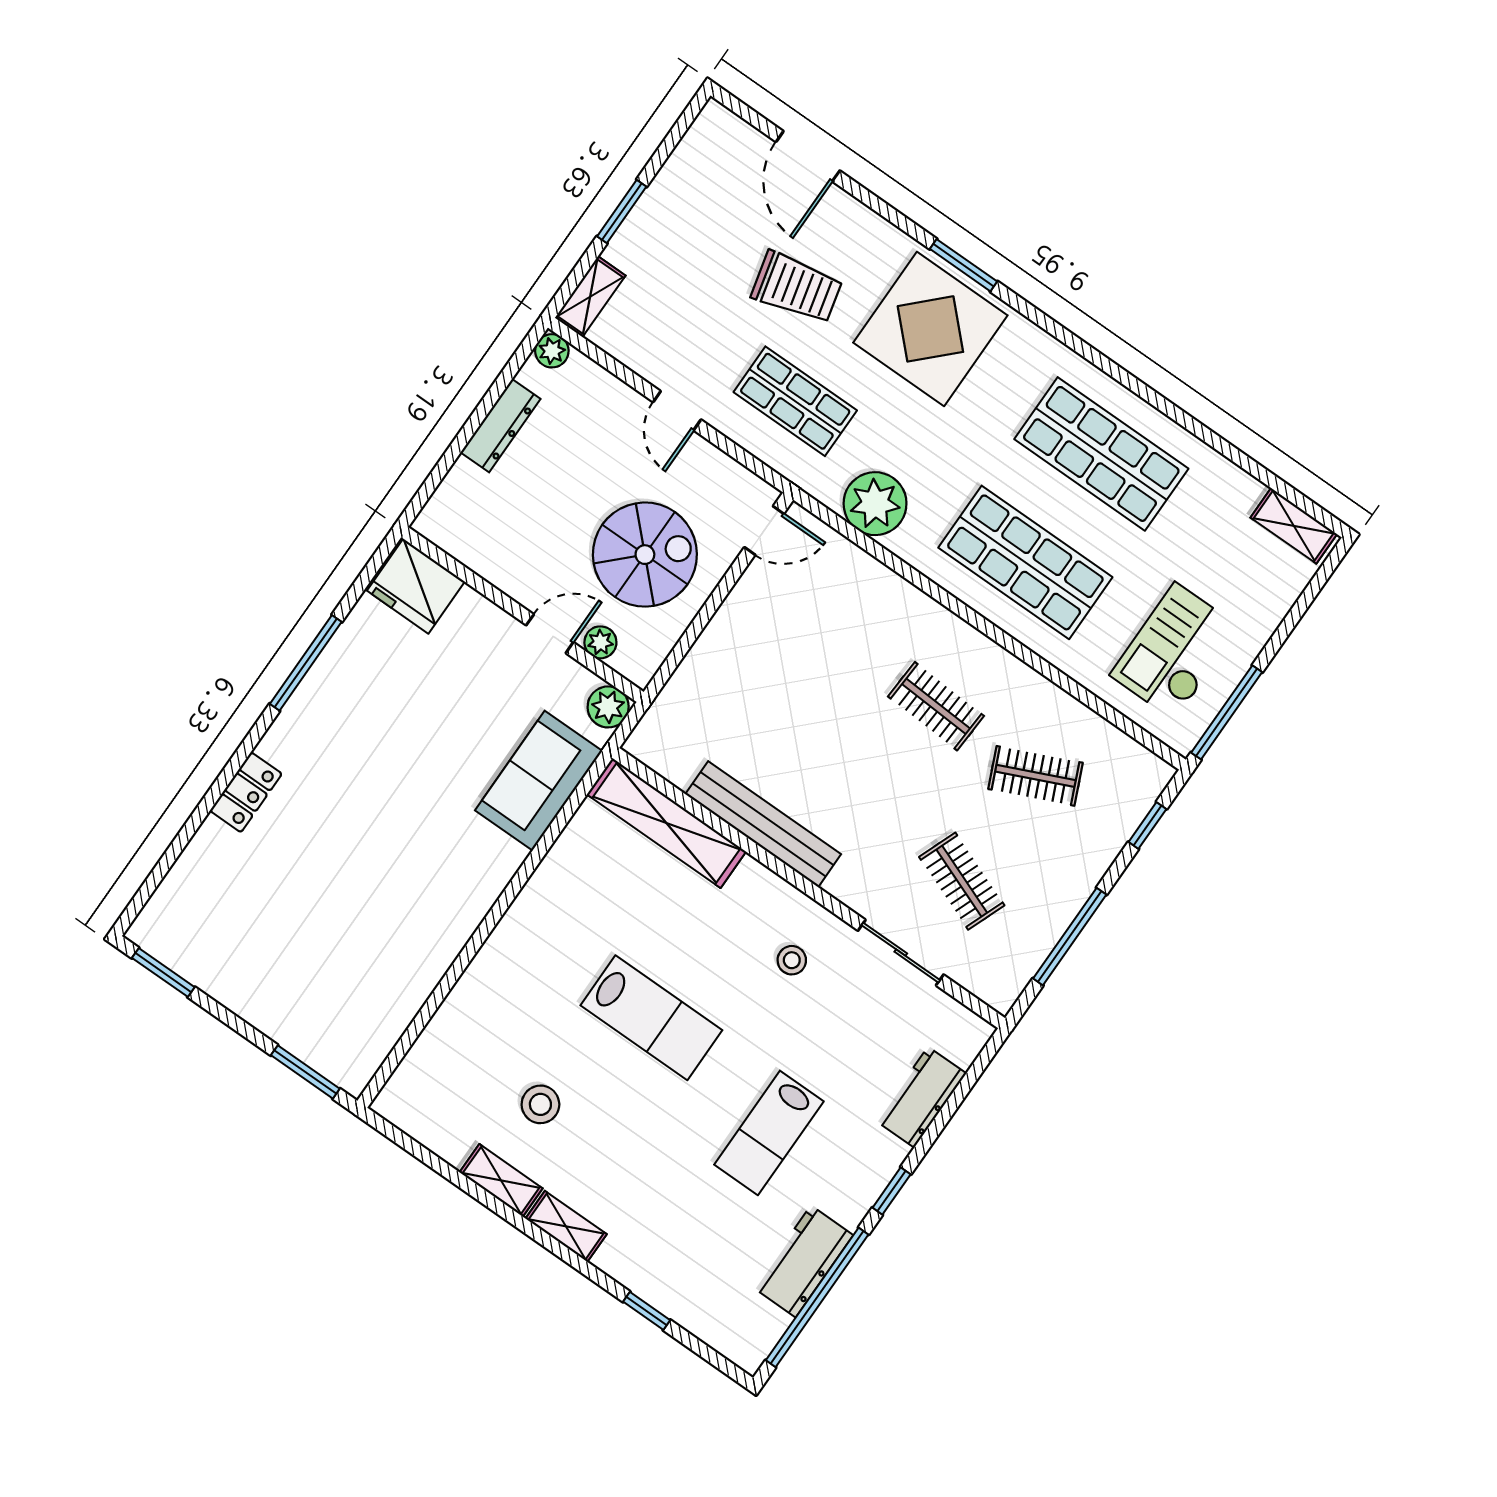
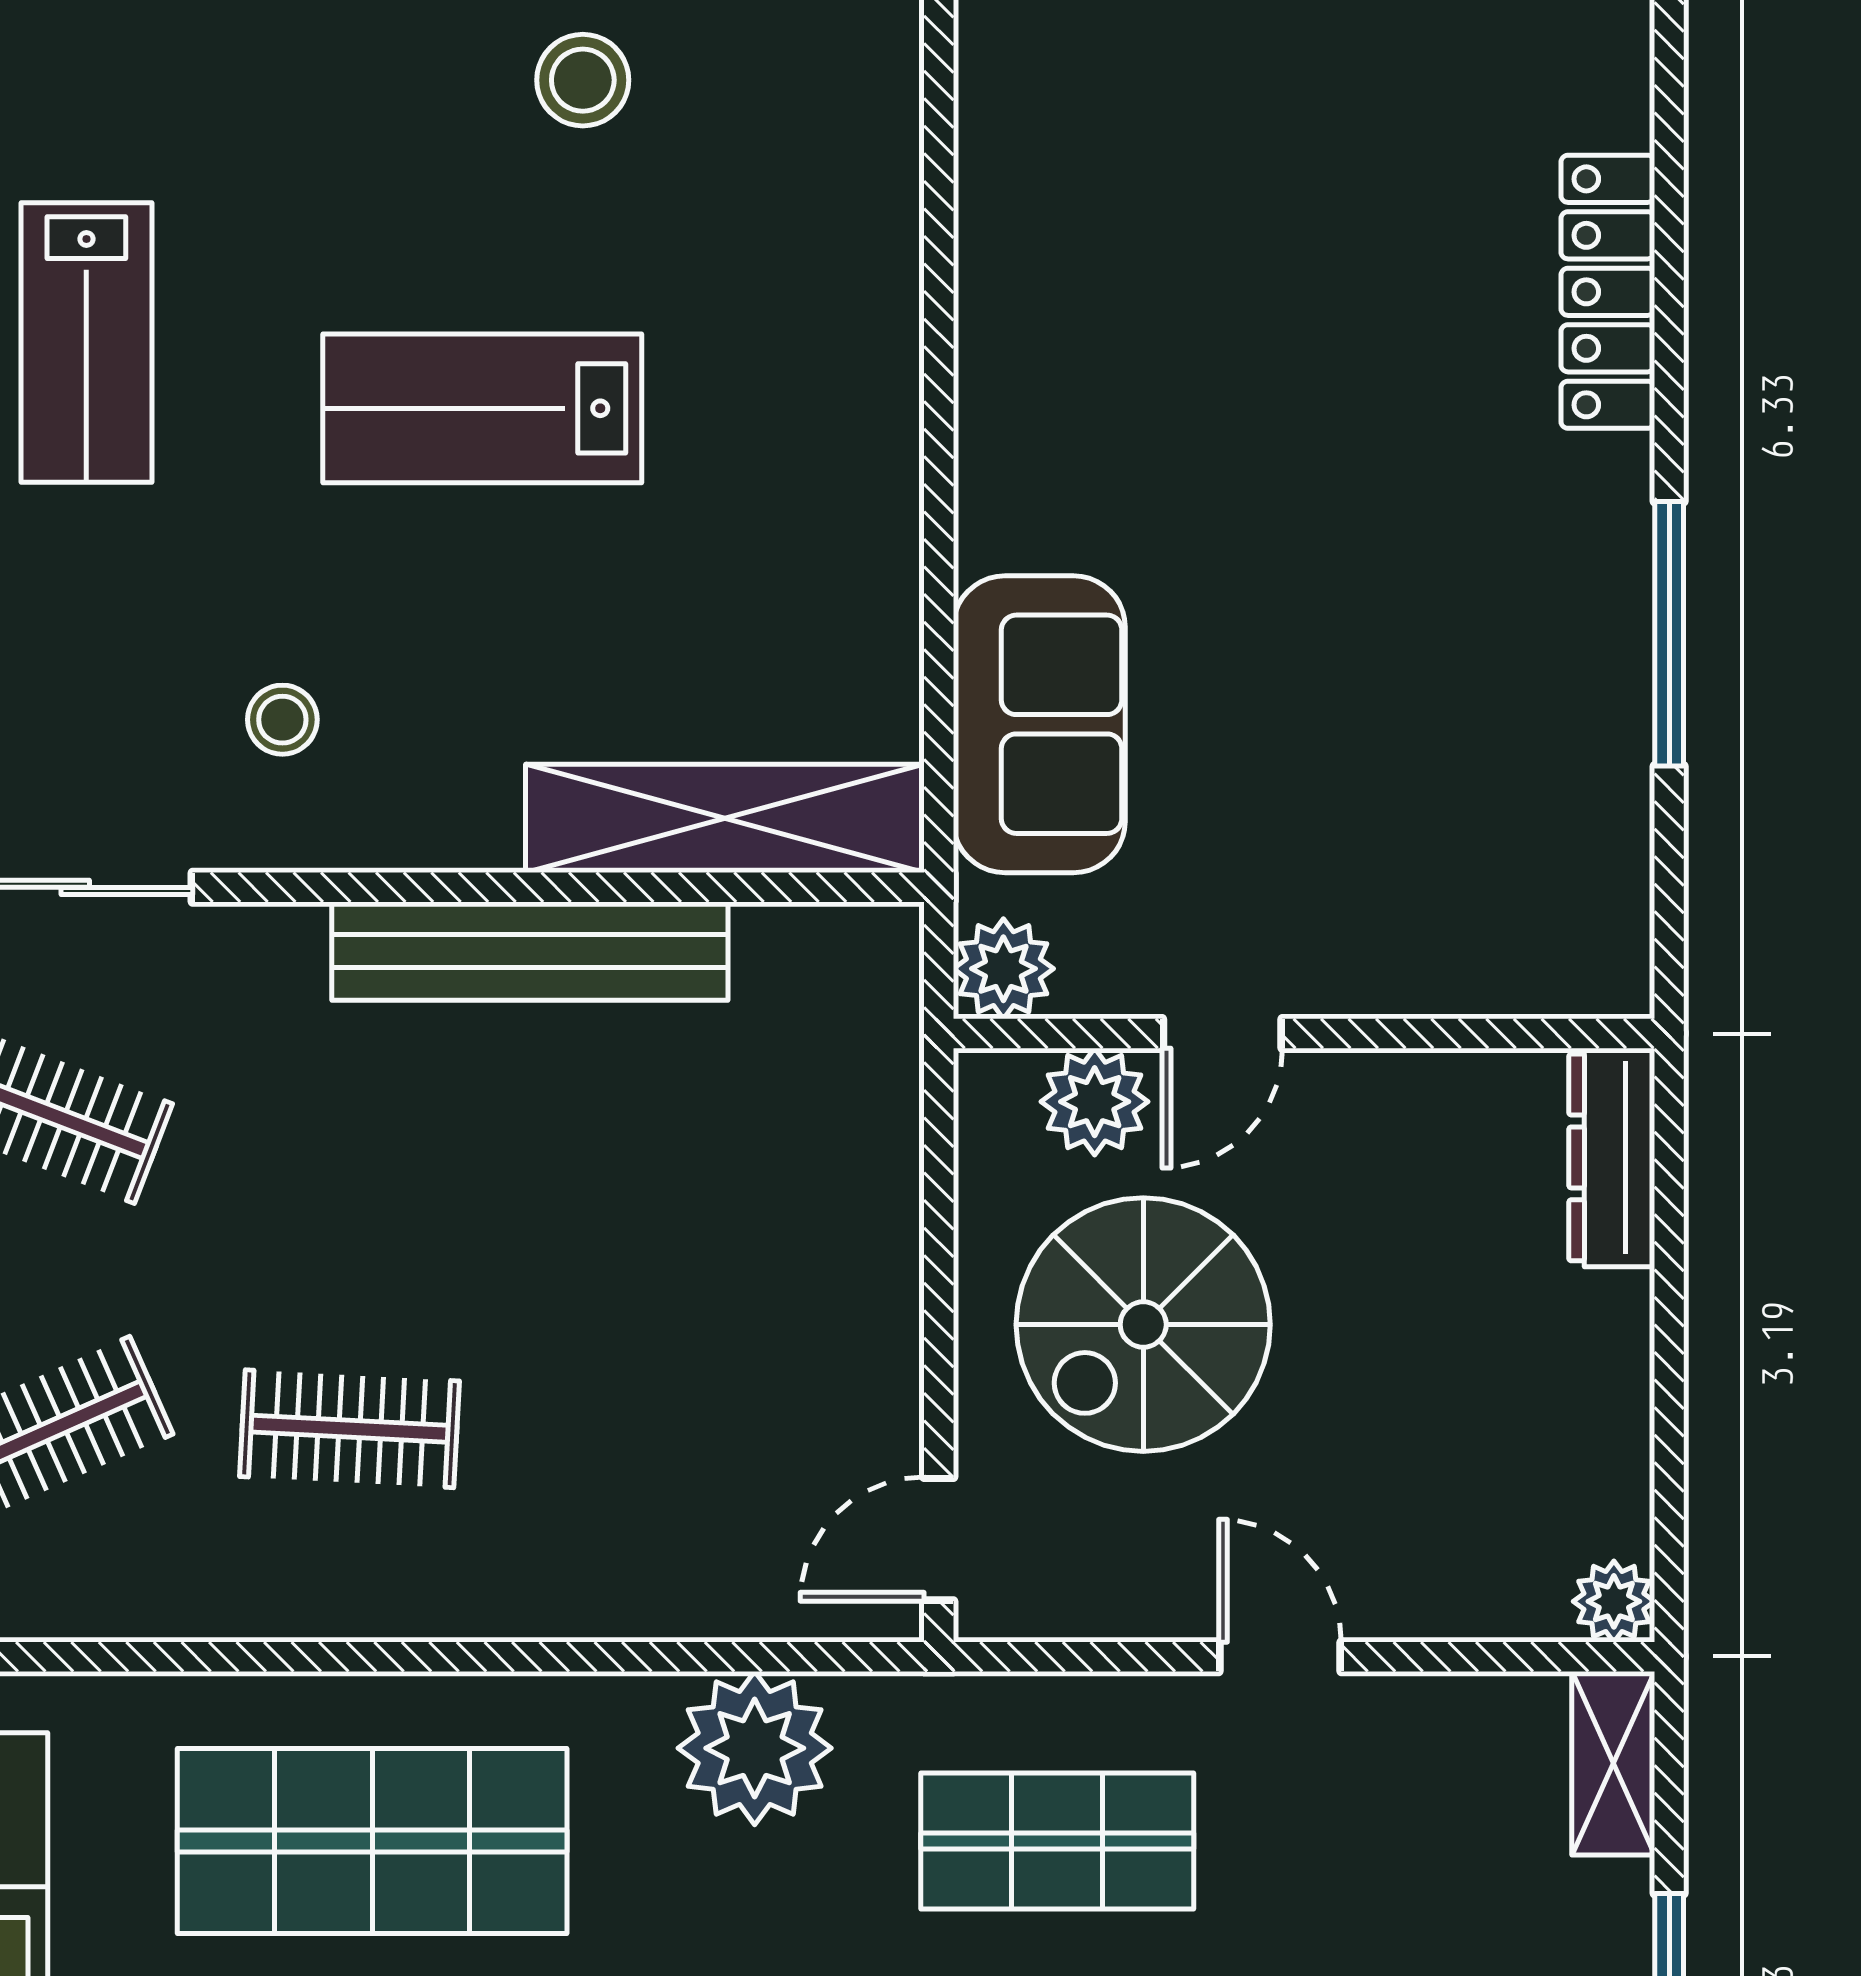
dresser: (501, 426) -> (1612, 1157), moved
fridge: (416, 586) -> (1556, 941), removed
plant: (600, 642) -> (1095, 1102), width x1.38, depth x1.38
locker: (246, 792) -> (1608, 292), width x1.53
lab bench: (769, 1133) -> (86, 343), turned 180

